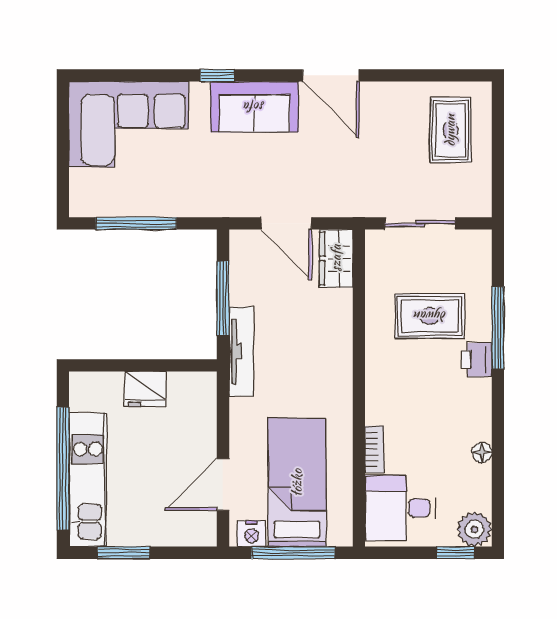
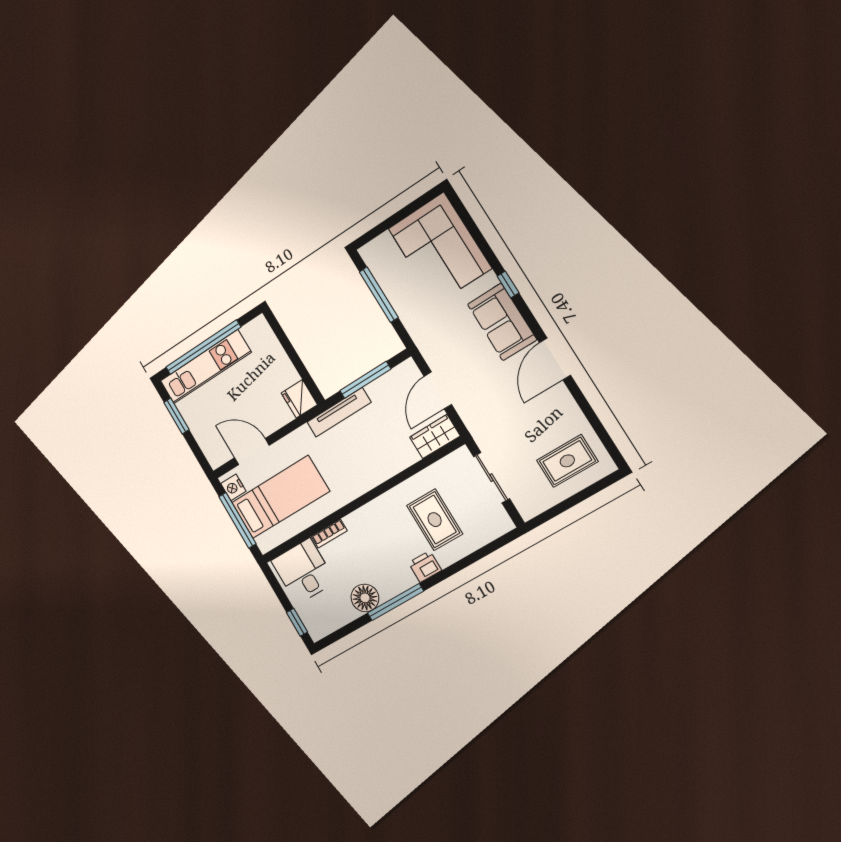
window: (498, 328) -> (395, 602), moved
fridge: (145, 389) -> (299, 399), moved
floor lamp: (482, 452) -> (365, 598), width x1.89, depth x1.89
plant: (474, 529) -> (318, 626), removed

